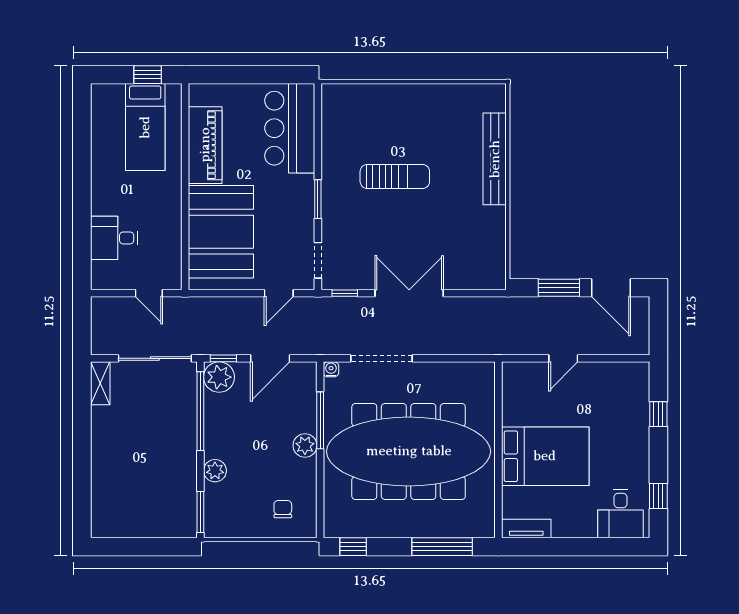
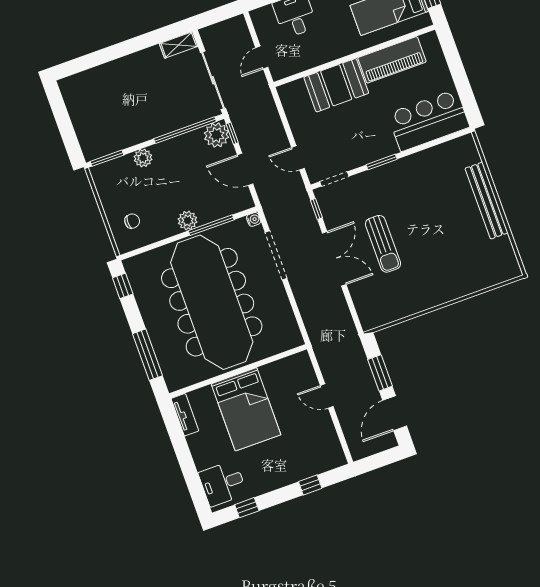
bench: (495, 159) -> (487, 201), moved, turned 90
sun lounger: (395, 177) -> (383, 244), moved
booth: (221, 232) -> (336, 85), width x0.73, depth x0.70

